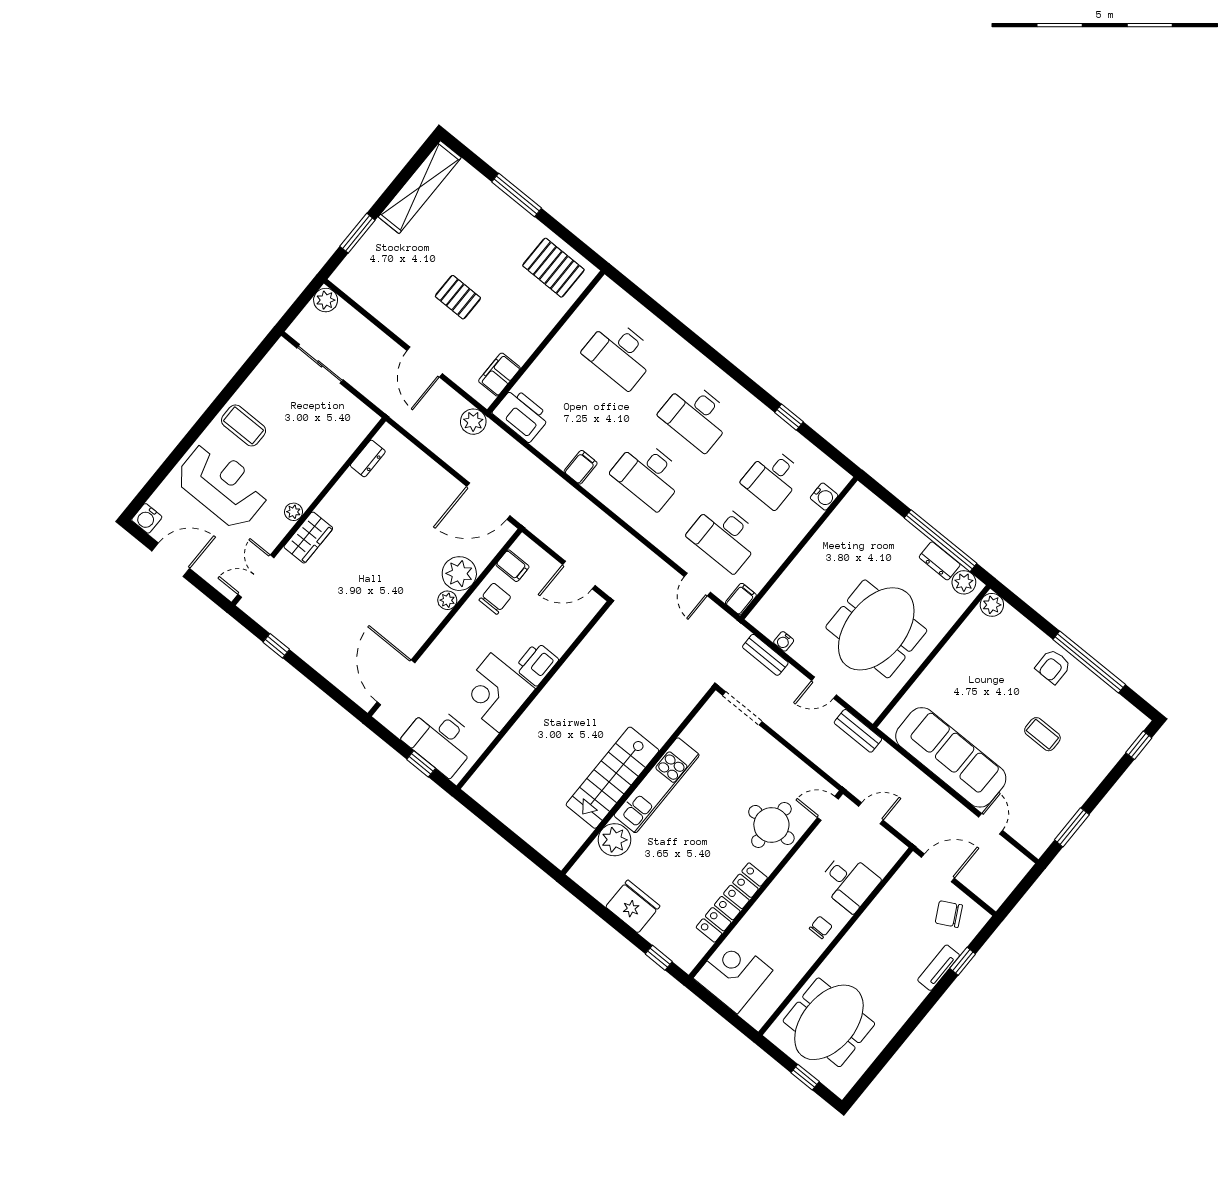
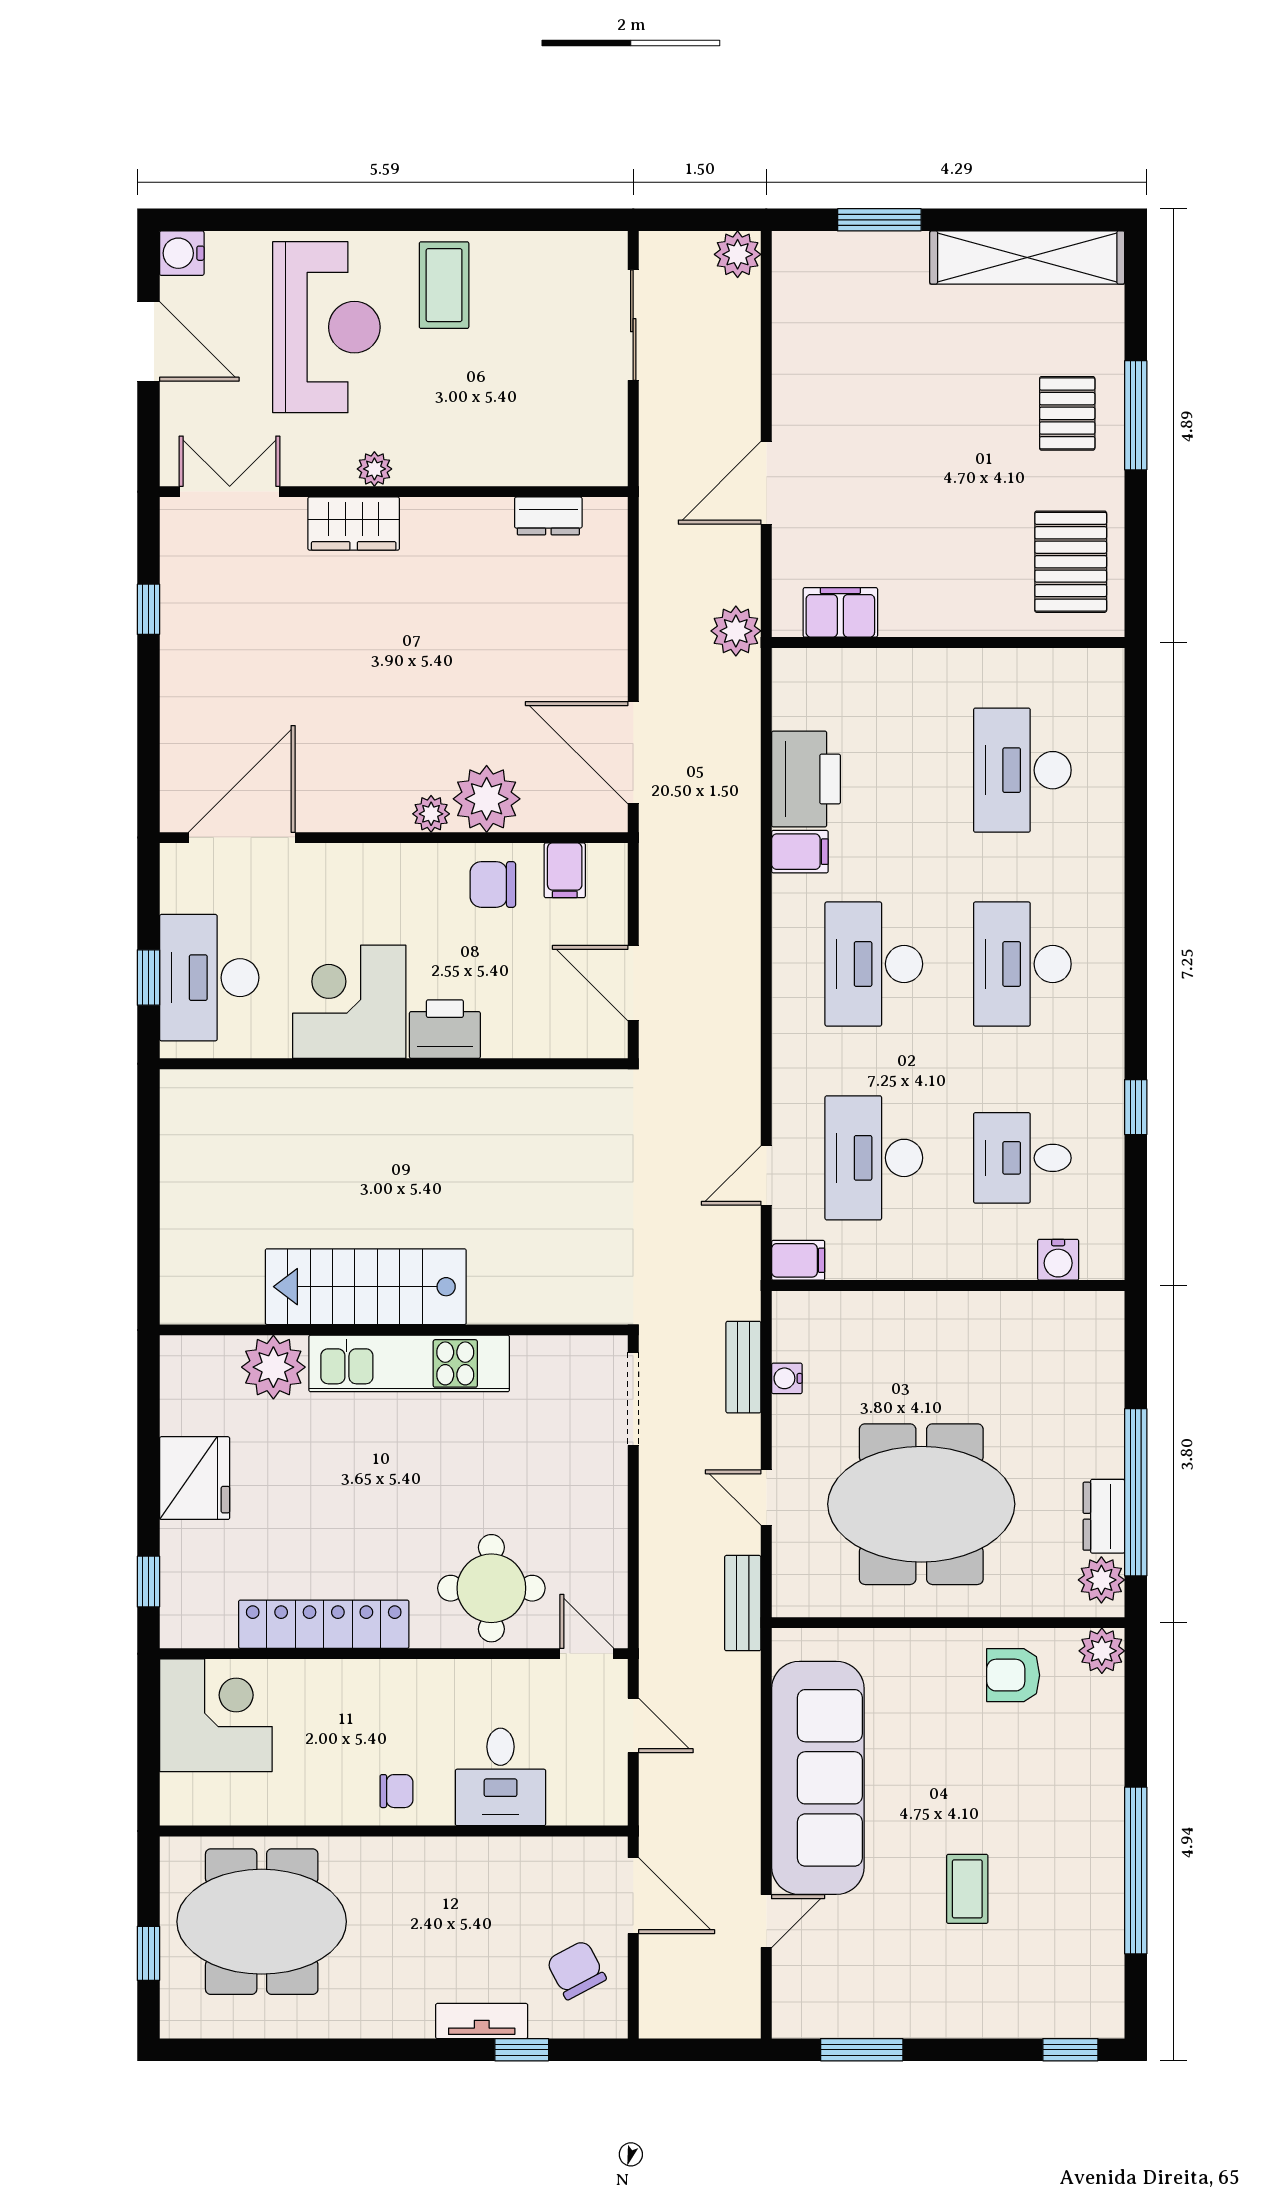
pallet: (458, 297) -> (1067, 413), moved
printer: (521, 415) -> (806, 779), moved
chair: (495, 599) -> (493, 884), turned 180
armchair: (1053, 666) -> (1013, 1675), moved

